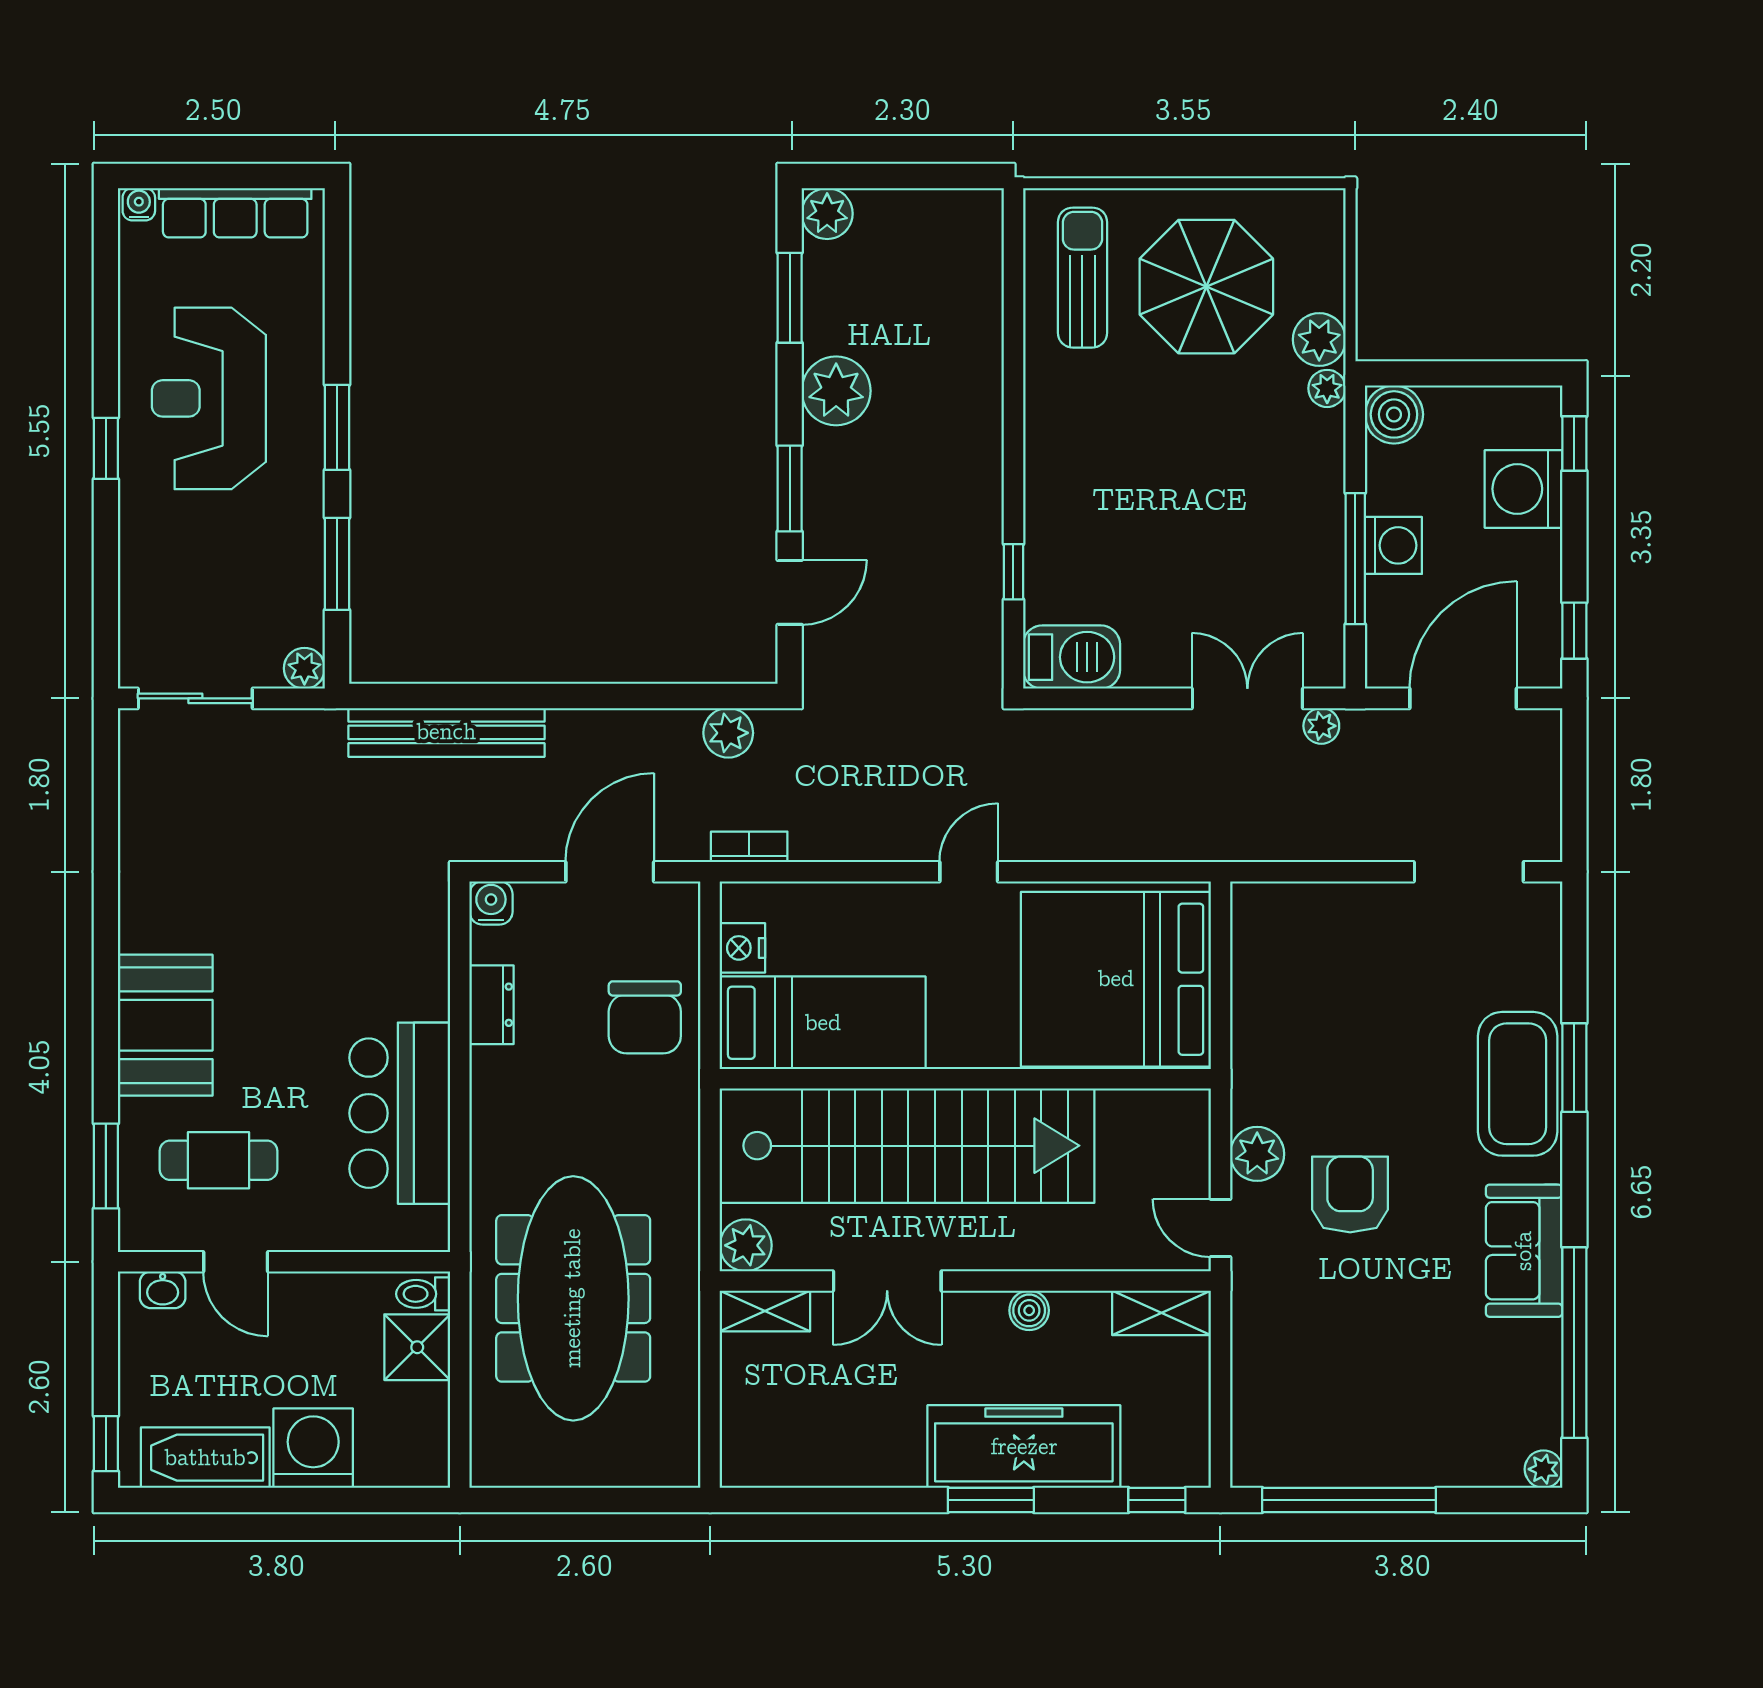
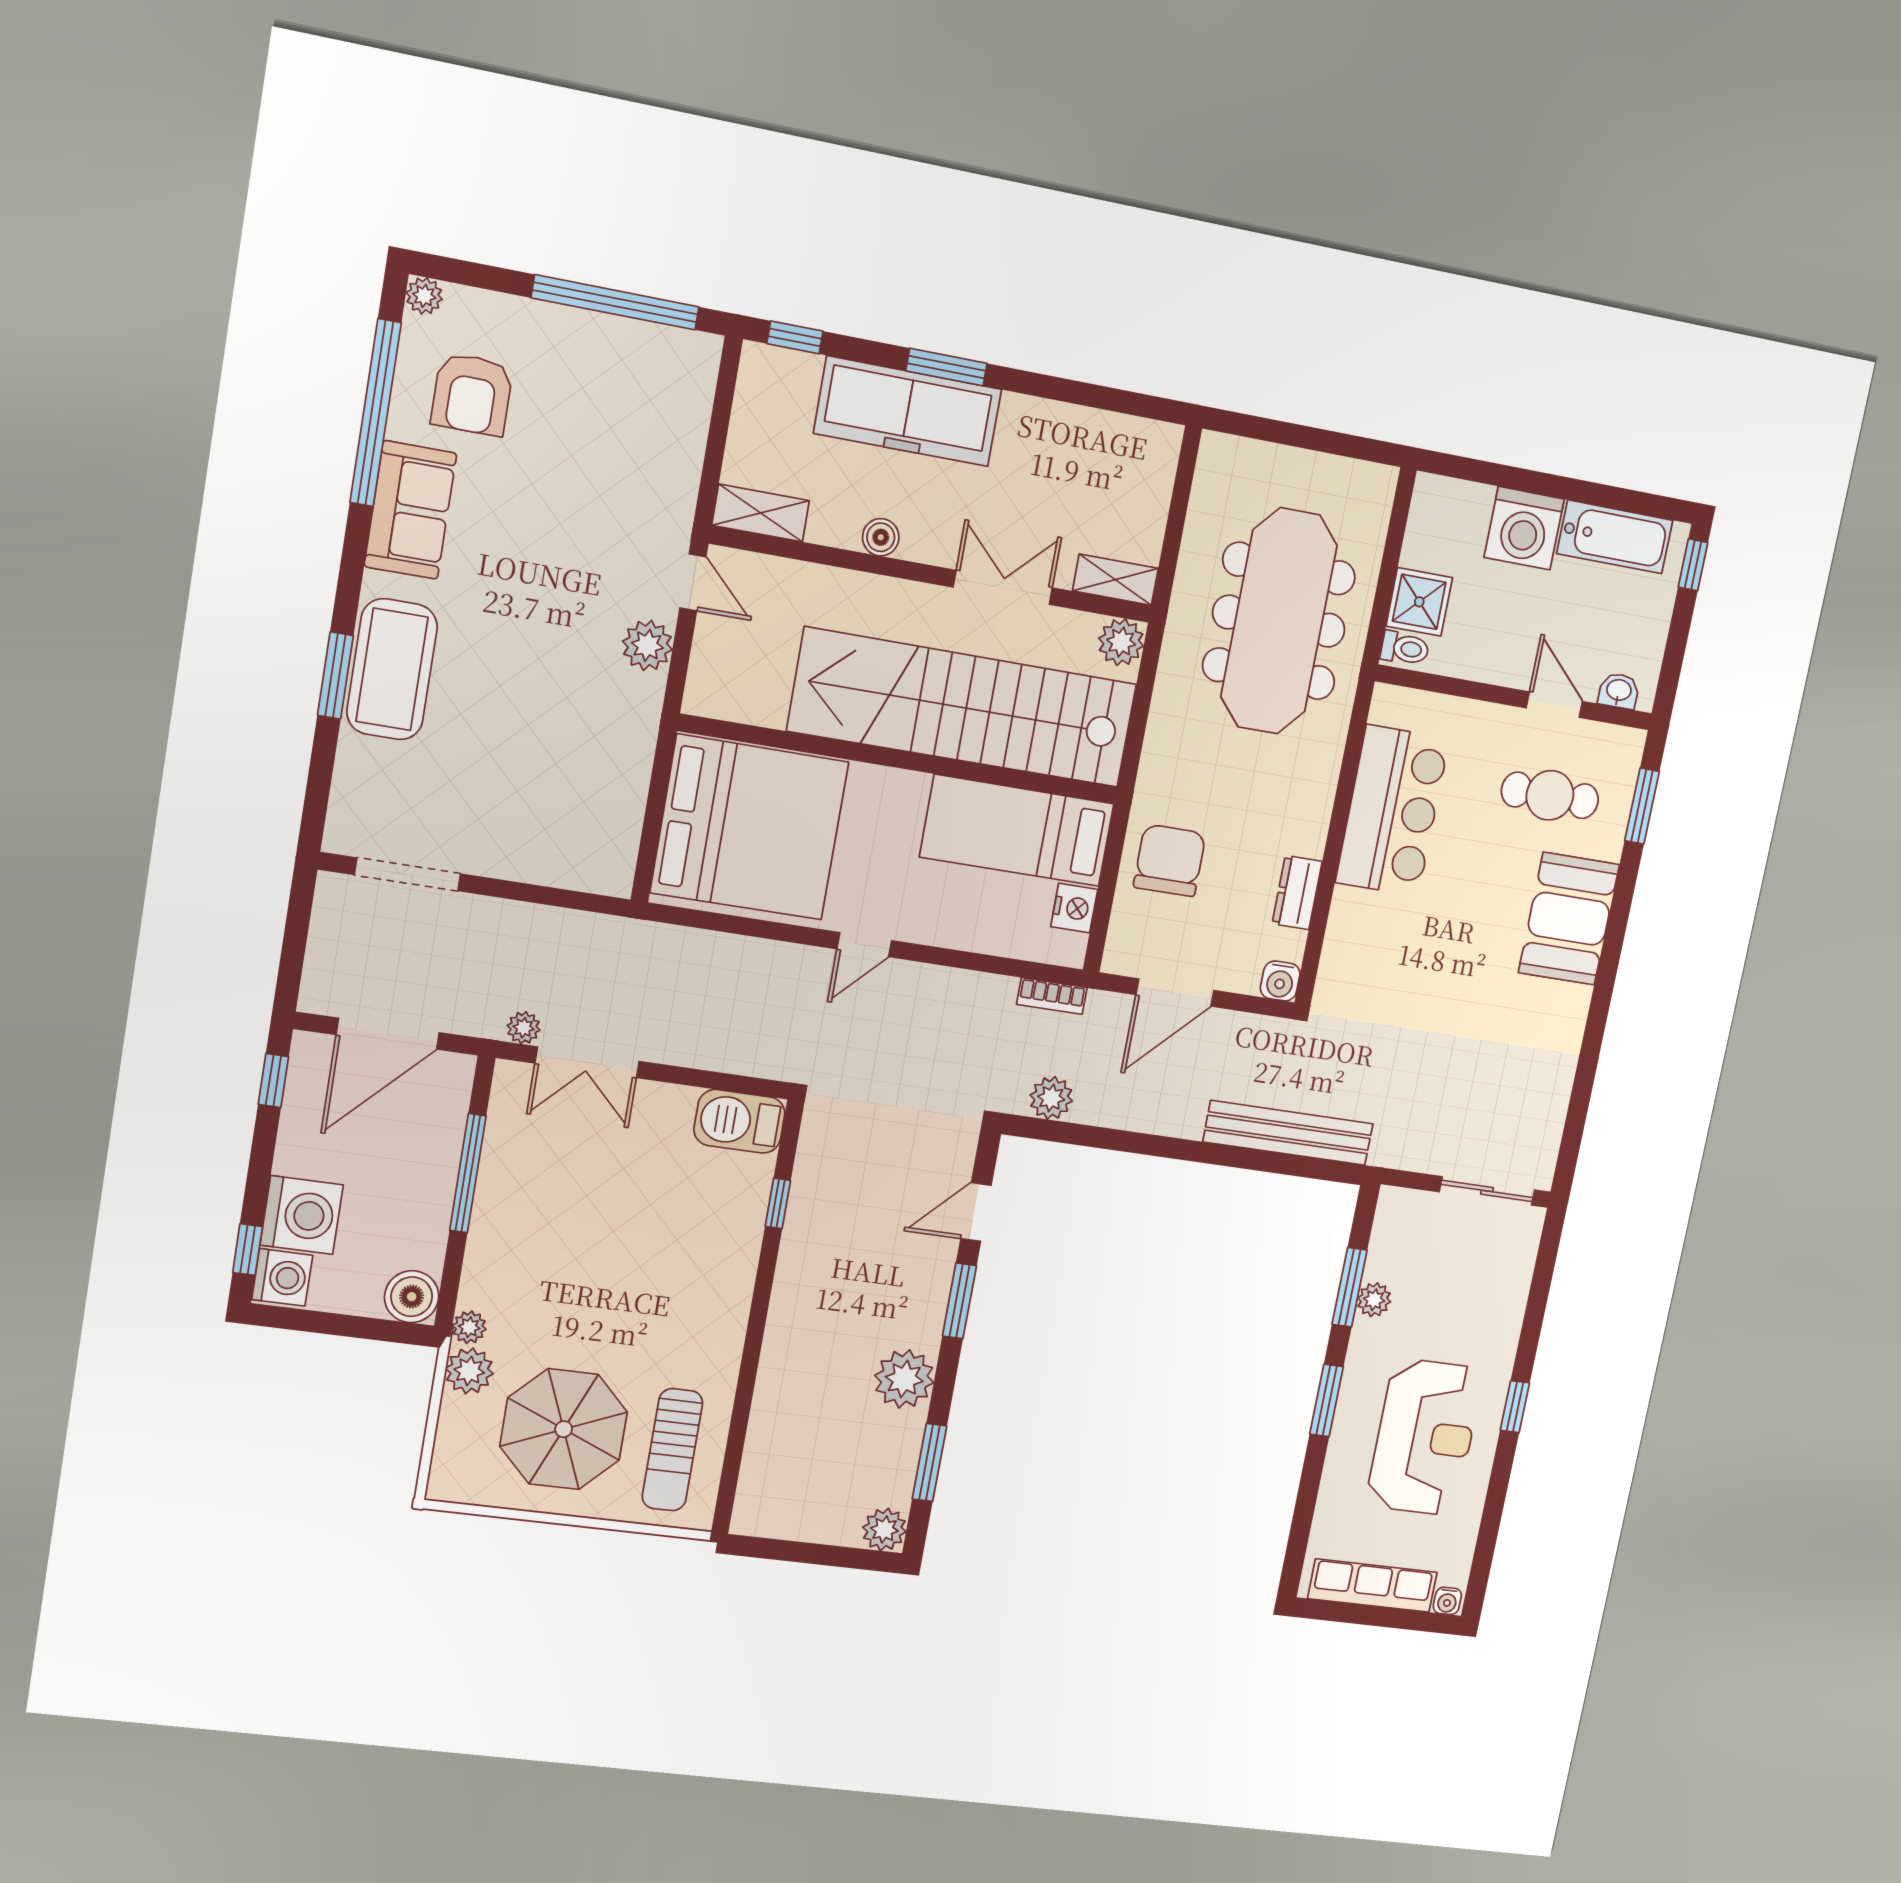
washing machine: (1393, 545) -> (282, 1277), moved, turned 180
plant: (304, 668) -> (1374, 1300), moved
armchair: (1350, 1195) -> (472, 394), moved

